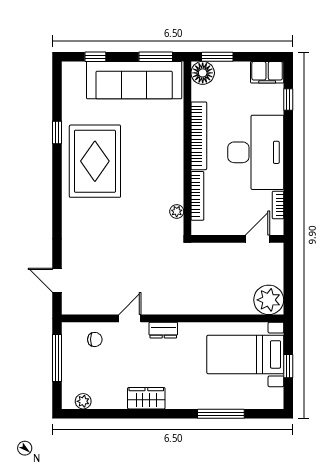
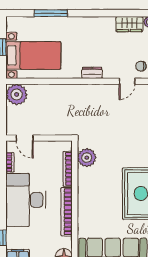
plant: (177, 211) -> (87, 158), width x1.87, depth x1.87
door: (258, 239) -> (25, 138), hinge flipped
door: (130, 318) -> (127, 81), moved
wardrobe: (146, 398) -> (129, 24), moved

